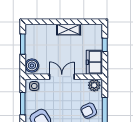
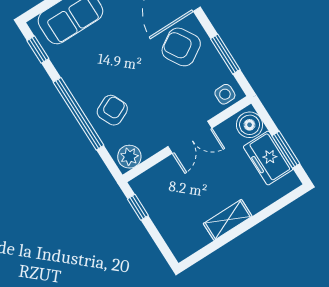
window: (105, 45) -> (138, 207), moved
freezer: (94, 62) -> (268, 158), moved, turned 180

